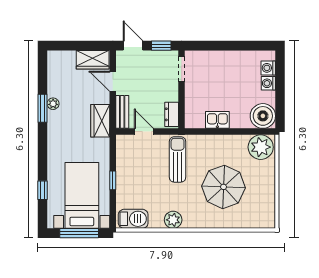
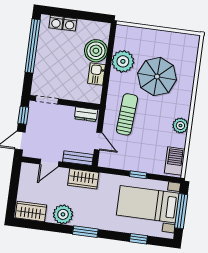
window: (239, 46) -> (33, 46), added
wardrobe: (93, 60) -> (31, 211), moved, turned -90
plant: (53, 104) -> (63, 214), width x1.87, depth x1.87
window: (42, 108) -> (85, 232), moved
boiler: (263, 116) -> (96, 51), moved
door: (144, 132) -> (98, 141), swing flipped
plant: (261, 147) -> (123, 61), moved
sun lounger: (178, 159) -> (127, 114), turned 94

